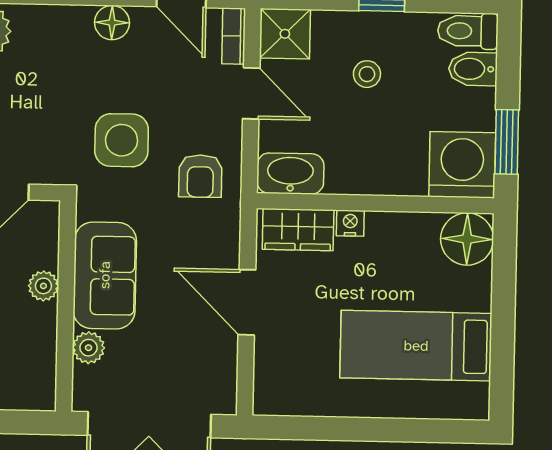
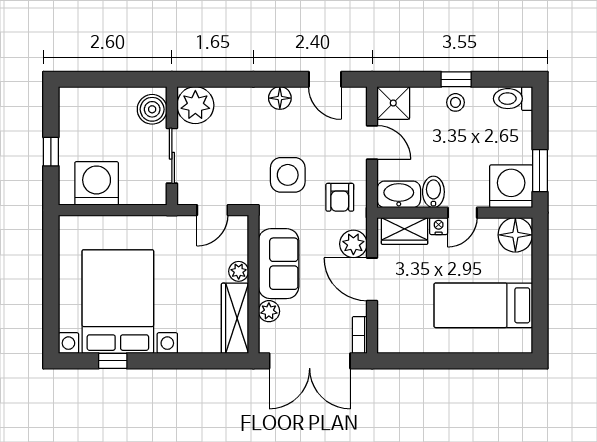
bookcase: (234, 36) -> (360, 335), moved
bidet: (473, 69) -> (433, 192), moved, turned 90
stool: (367, 74) -> (455, 102), moved
door: (387, 203) -> (462, 213), added
plant: (220, 248) -> (353, 244), added
wardrobe: (36, 358) -> (235, 318), added

